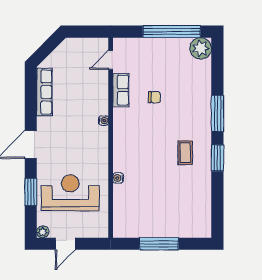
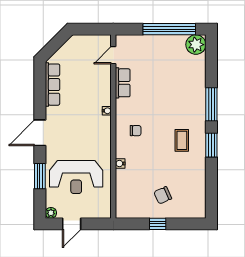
chair: (154, 97) -> (136, 131), moved
reception desk: (70, 193) -> (76, 177), turned 180
chair: (165, 213) -> (163, 195), added
window: (159, 244) -> (158, 224), width x0.46

